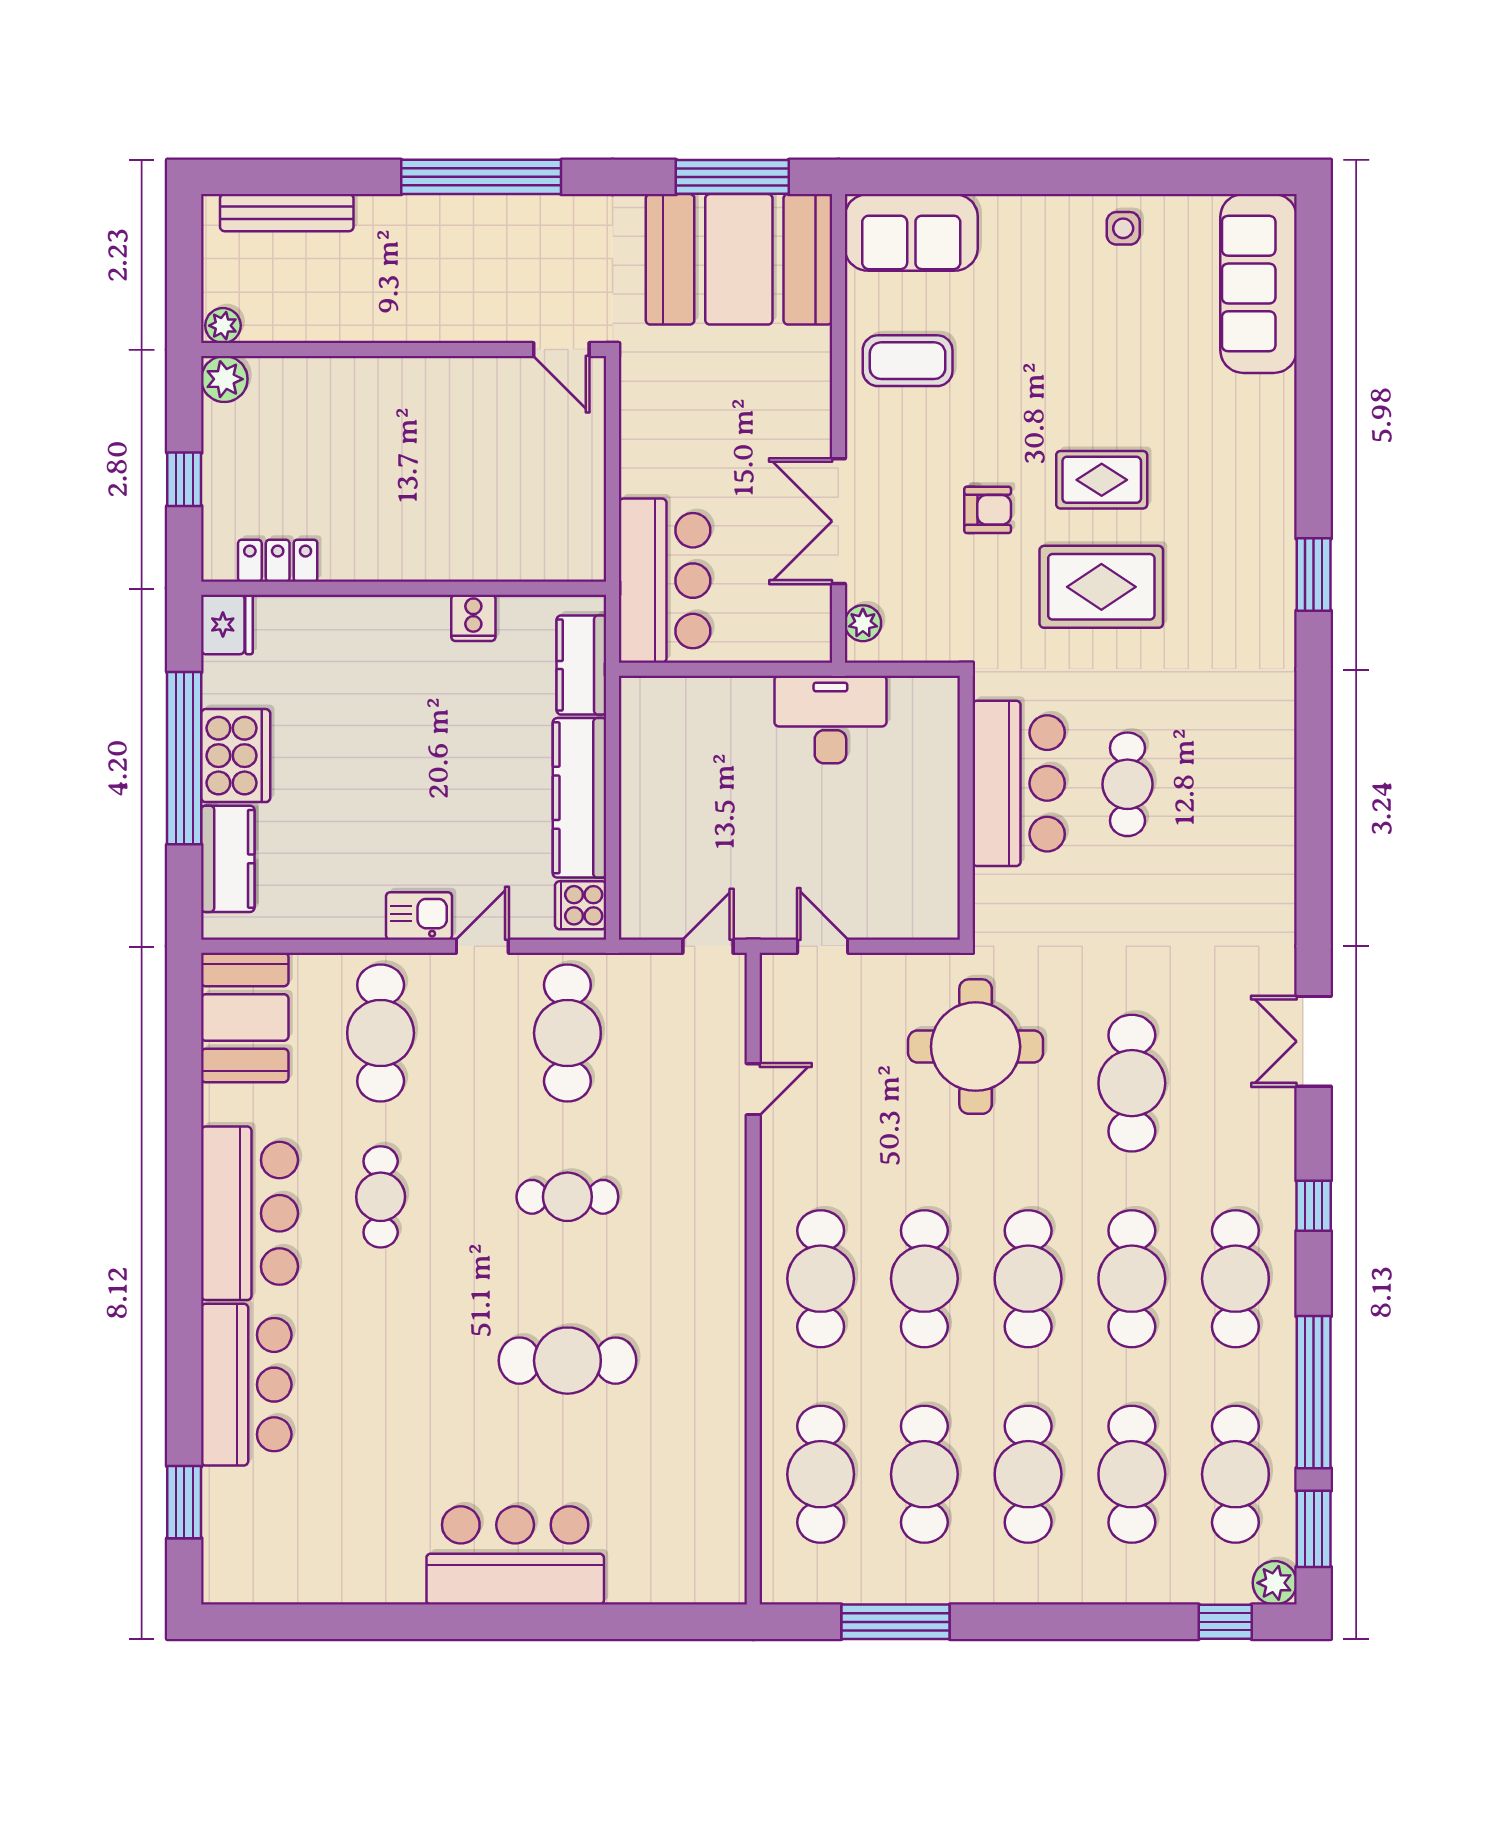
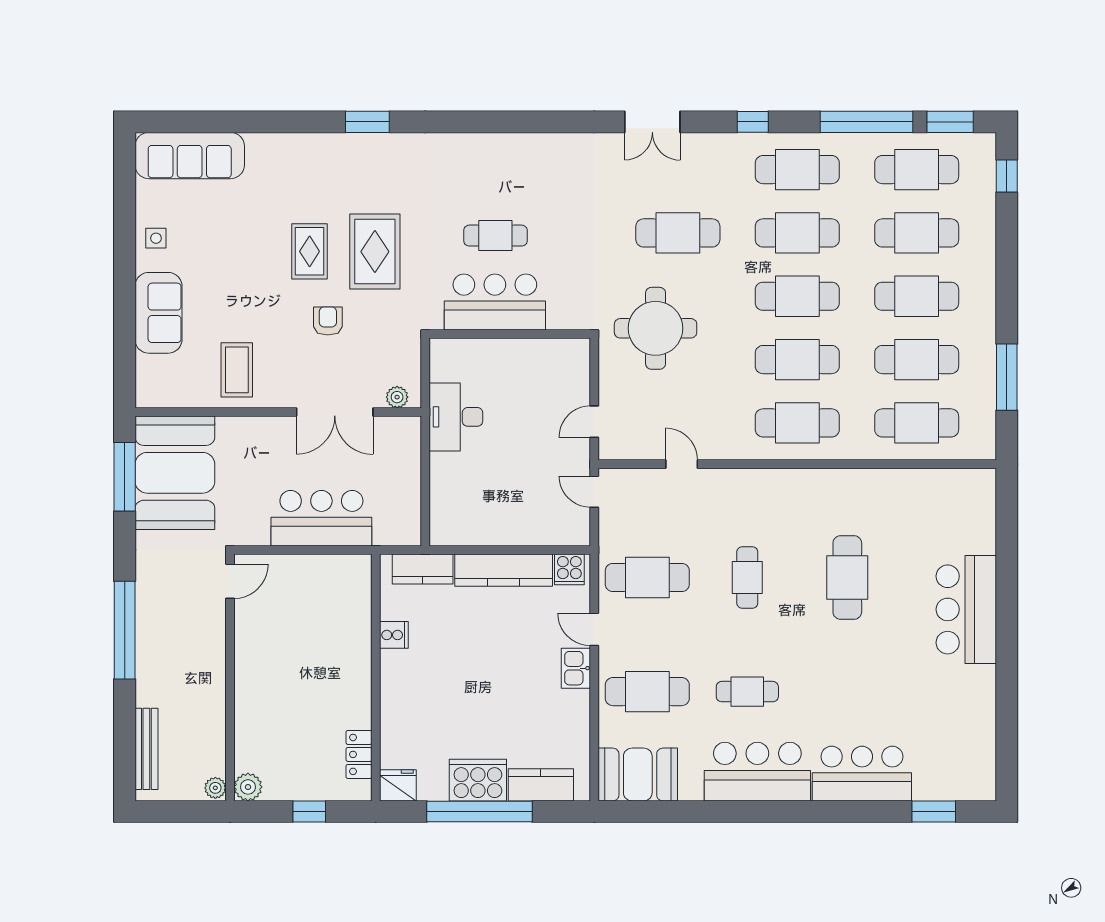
sofa: (911, 232) -> (158, 313), moved
bar counter: (665, 581) -> (321, 518), moved
plant: (1275, 1583) -> (983, 146), removed

